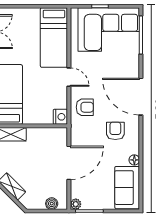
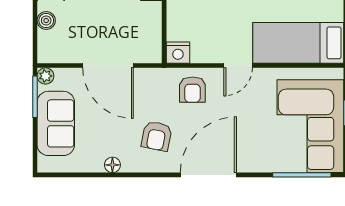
armchair: (115, 131) -> (157, 136), turned 101
sofa: (127, 188) -> (56, 123), moved, turned 90
boiler: (52, 204) -> (46, 21), moved

